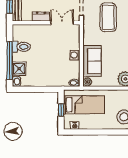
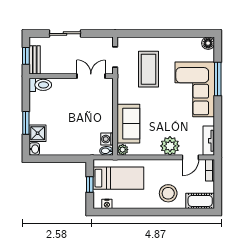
dresser: (41, 16) -> (65, 68), removed
toilet: (21, 47) -> (40, 85), moved
washing machine: (75, 55) -> (107, 139), moved
window: (10, 60) -> (26, 123), width x0.47

